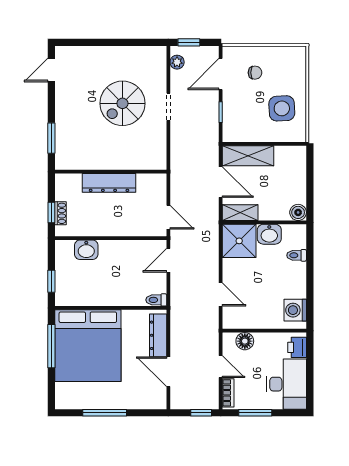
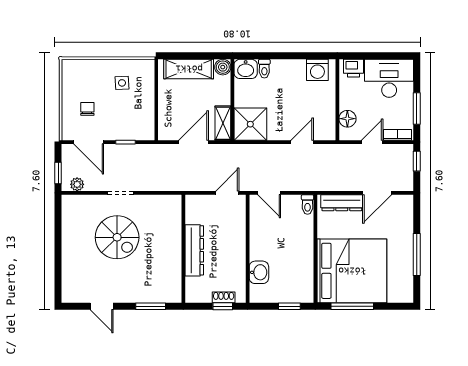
door: (51, 70) -> (102, 306), moved
side table: (282, 108) -> (122, 83), width x0.54, depth x0.54
shelving: (248, 156) -> (189, 69), moved, turned 90
washbasin: (269, 234) -> (246, 69), moved, turned 90

